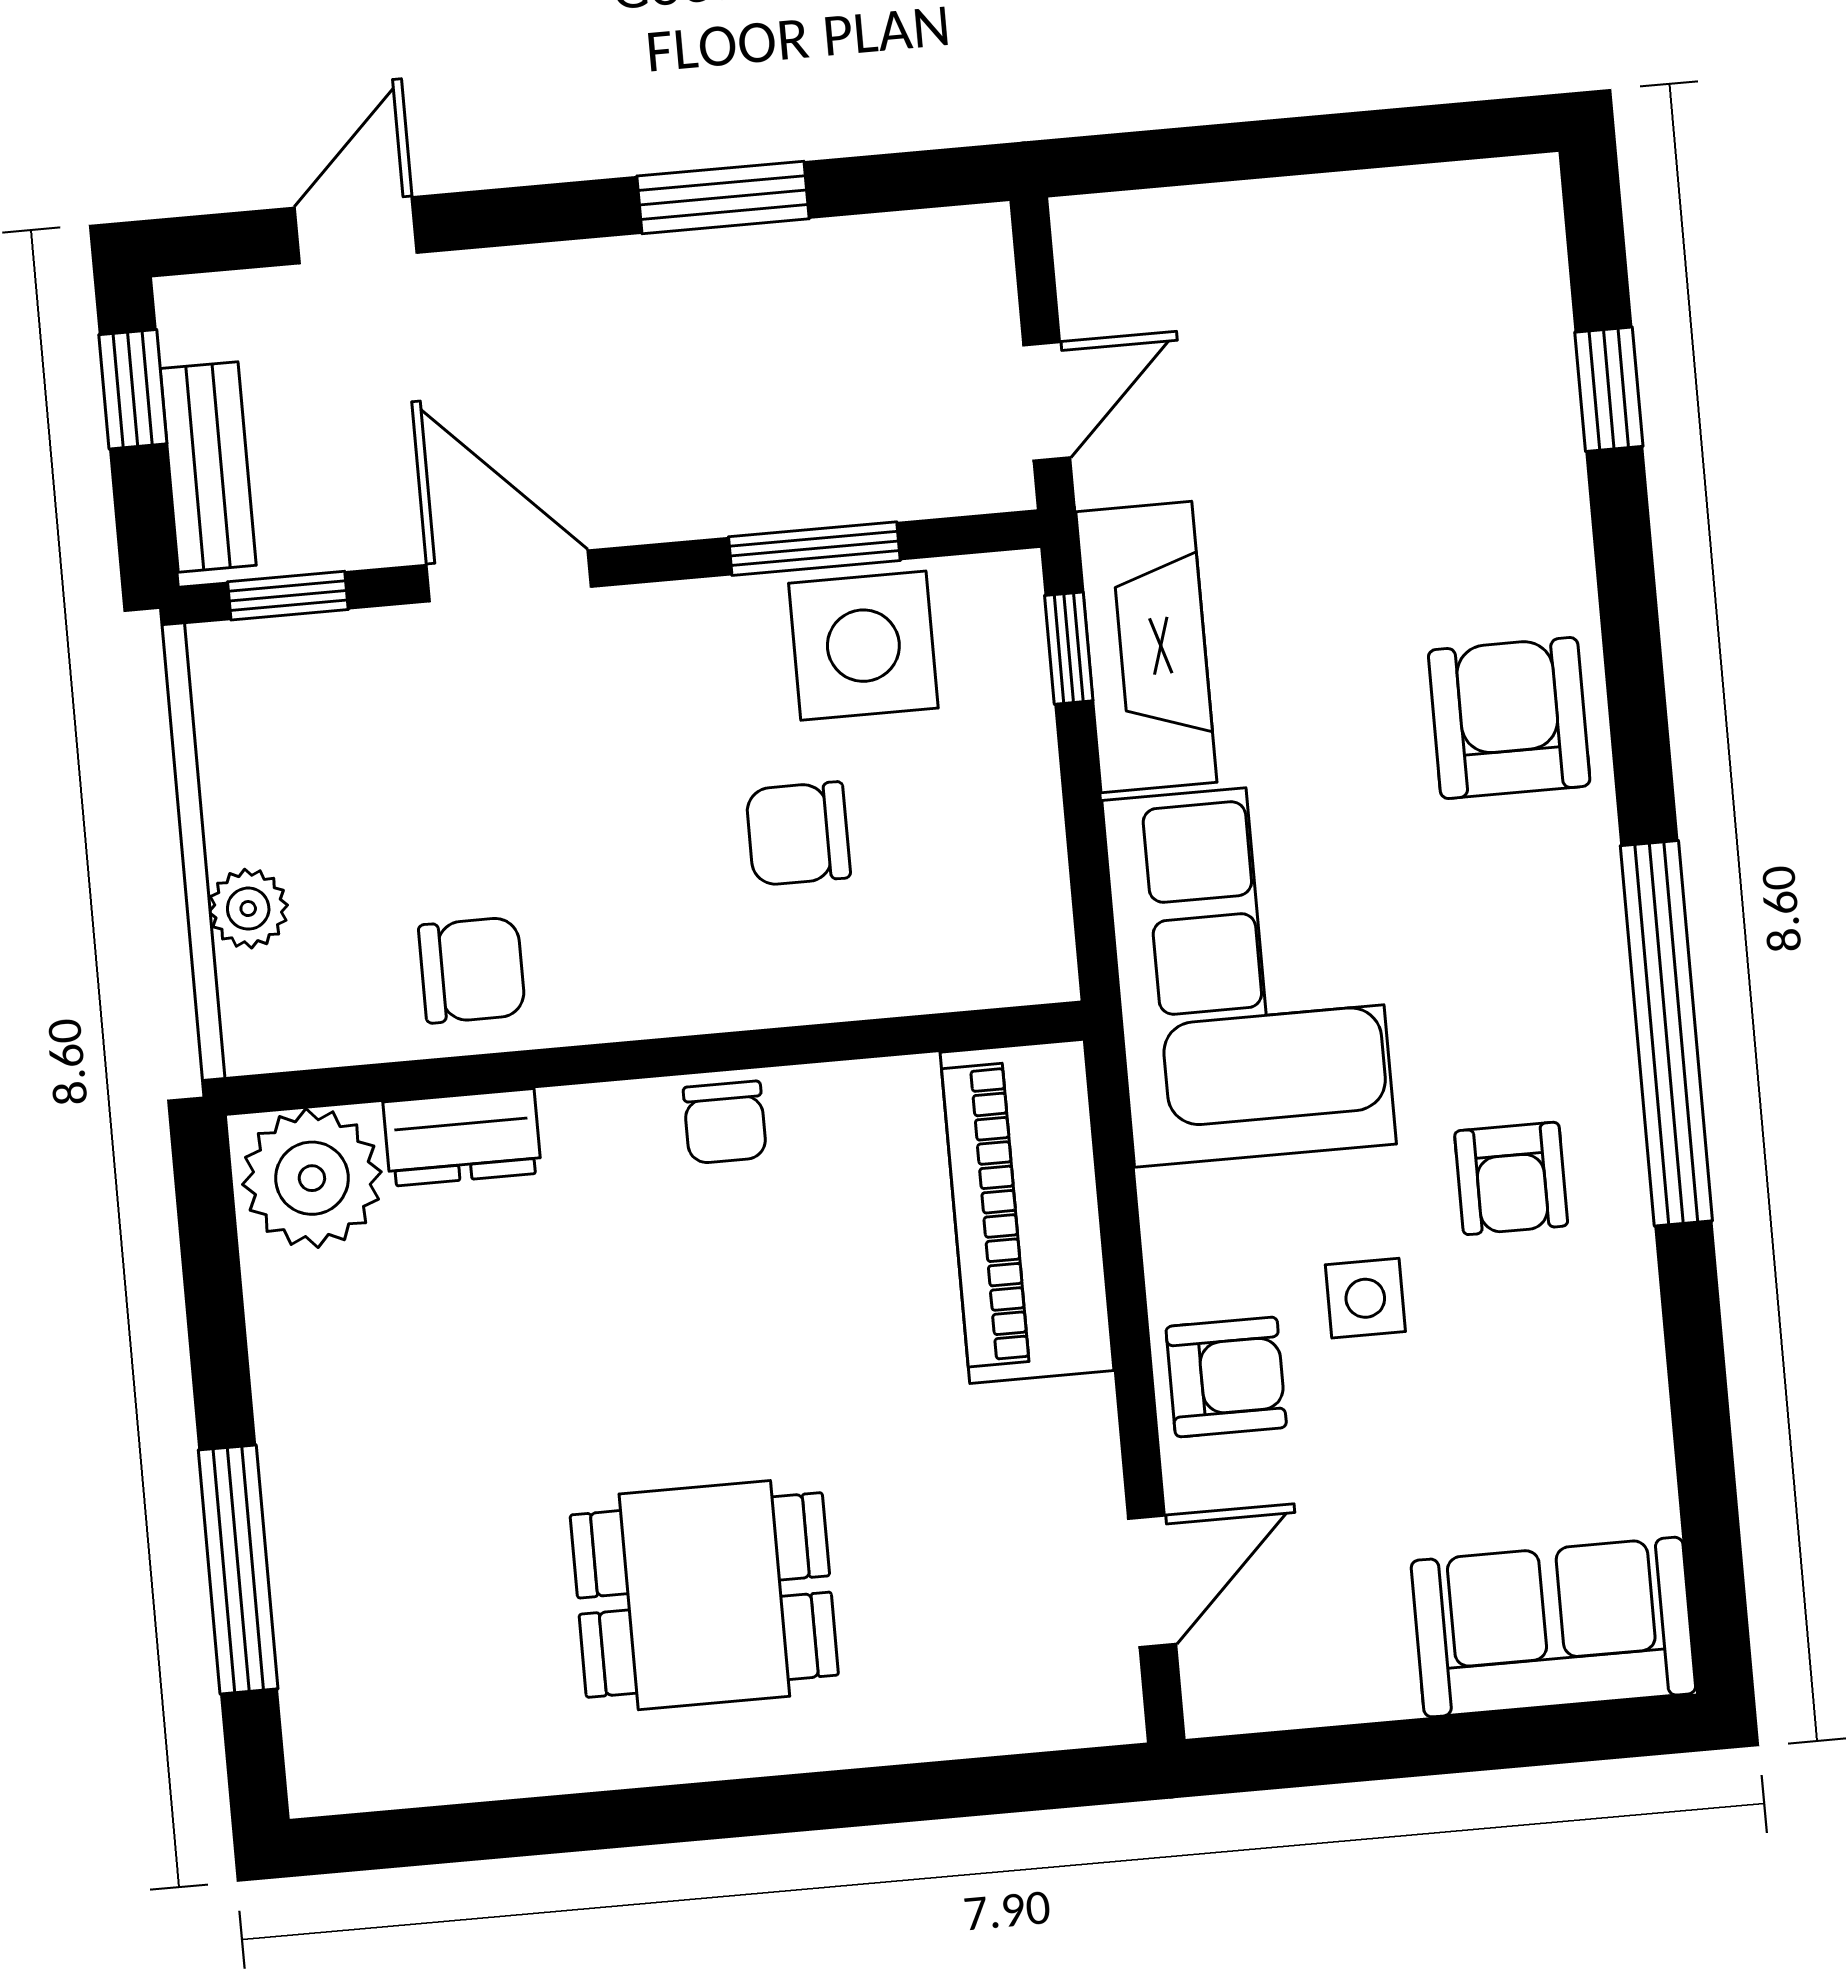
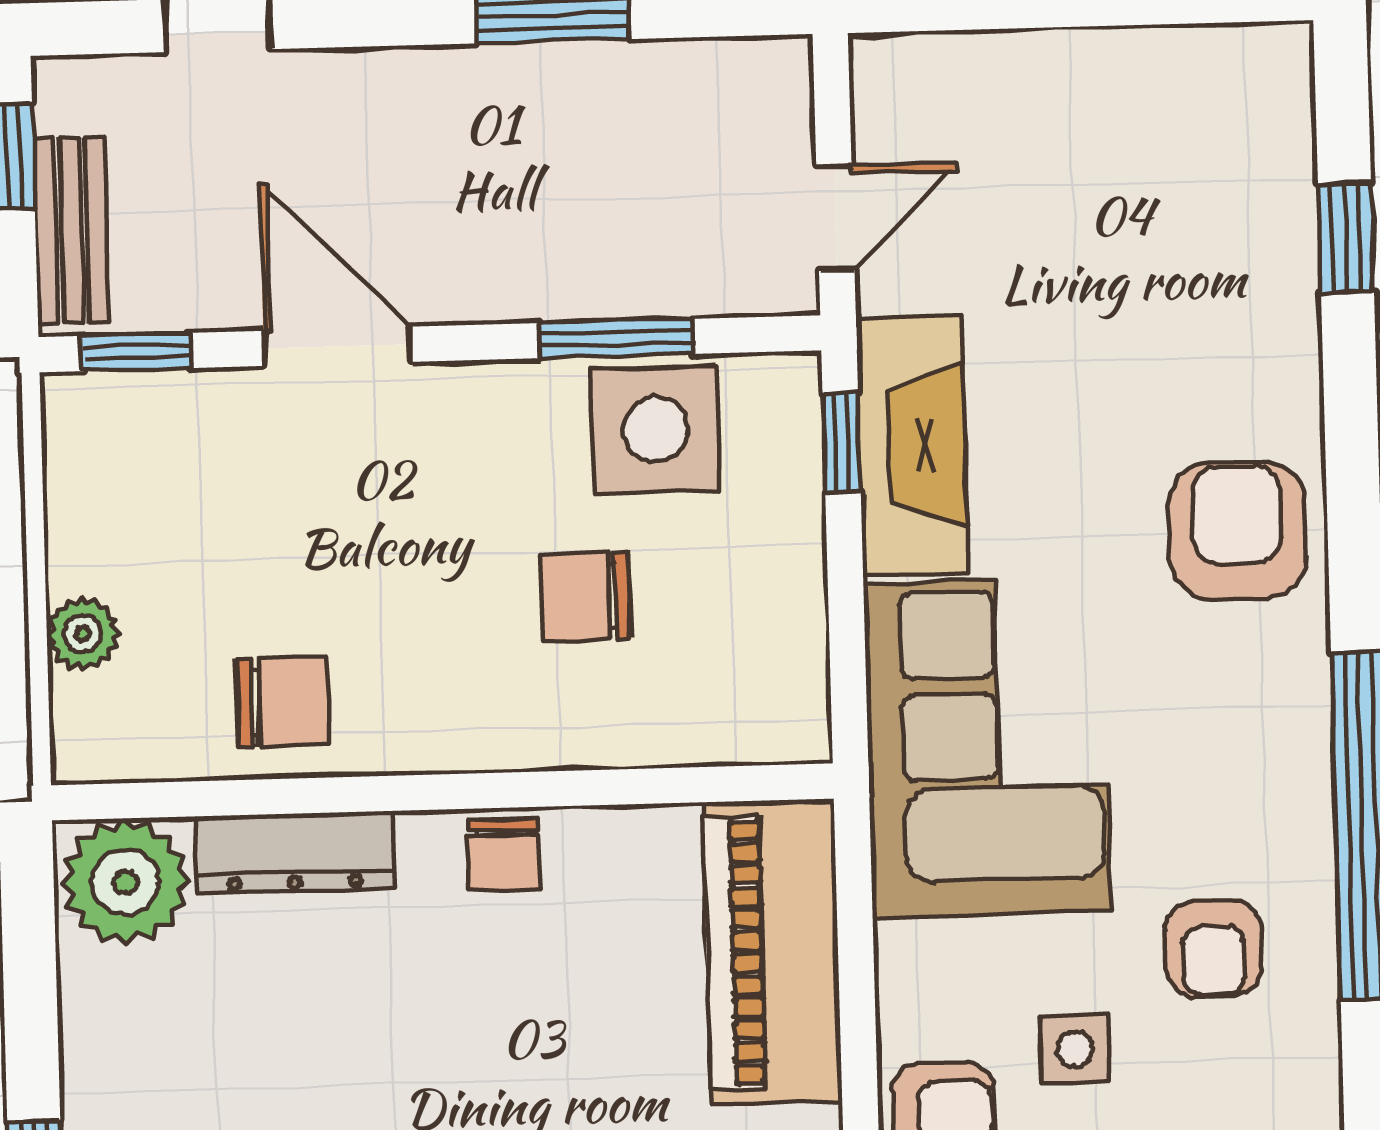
dresser: (462, 1137) -> (294, 852), width x1.44

